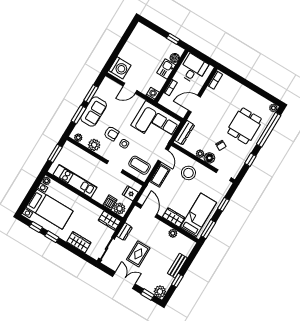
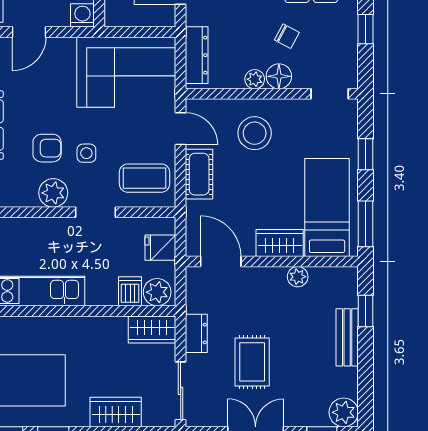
plant: (94, 145) -> (53, 193), moved
window: (177, 280) -> (365, 311), moved

